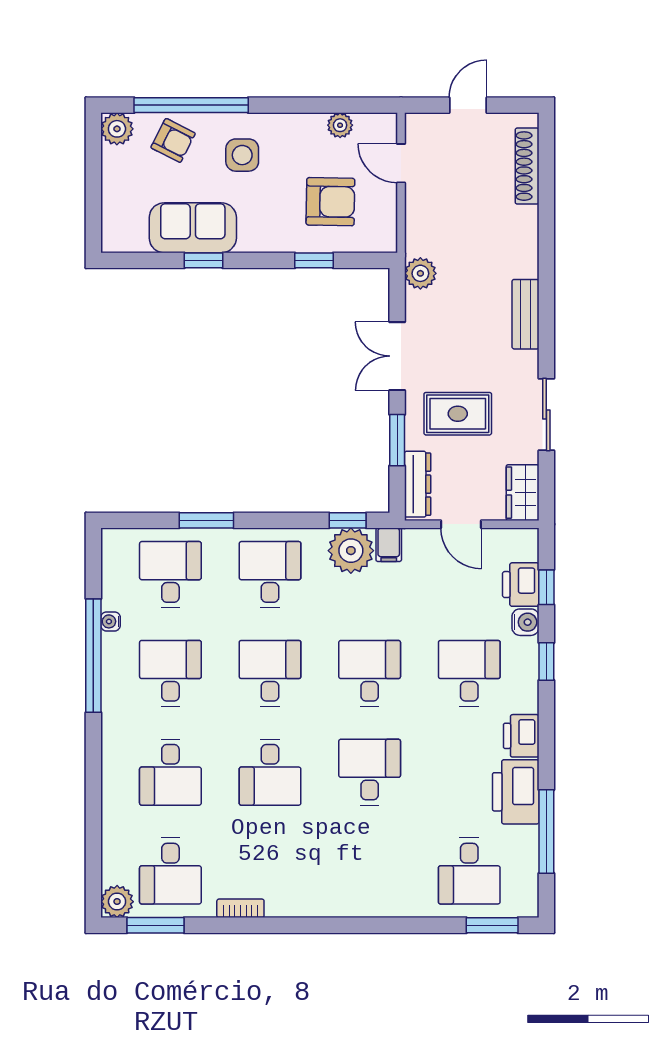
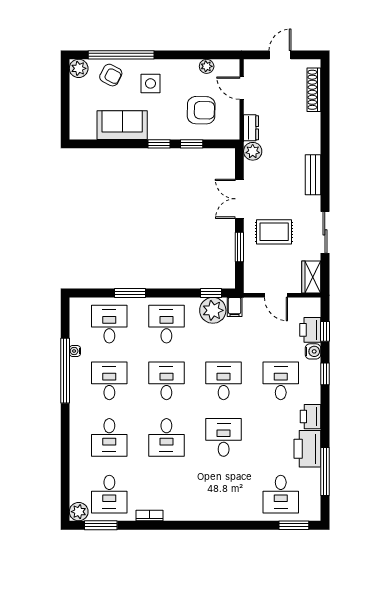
window: (204, 260) -> (159, 144), moved
dresser: (418, 484) -> (251, 128), moved, width x0.70

